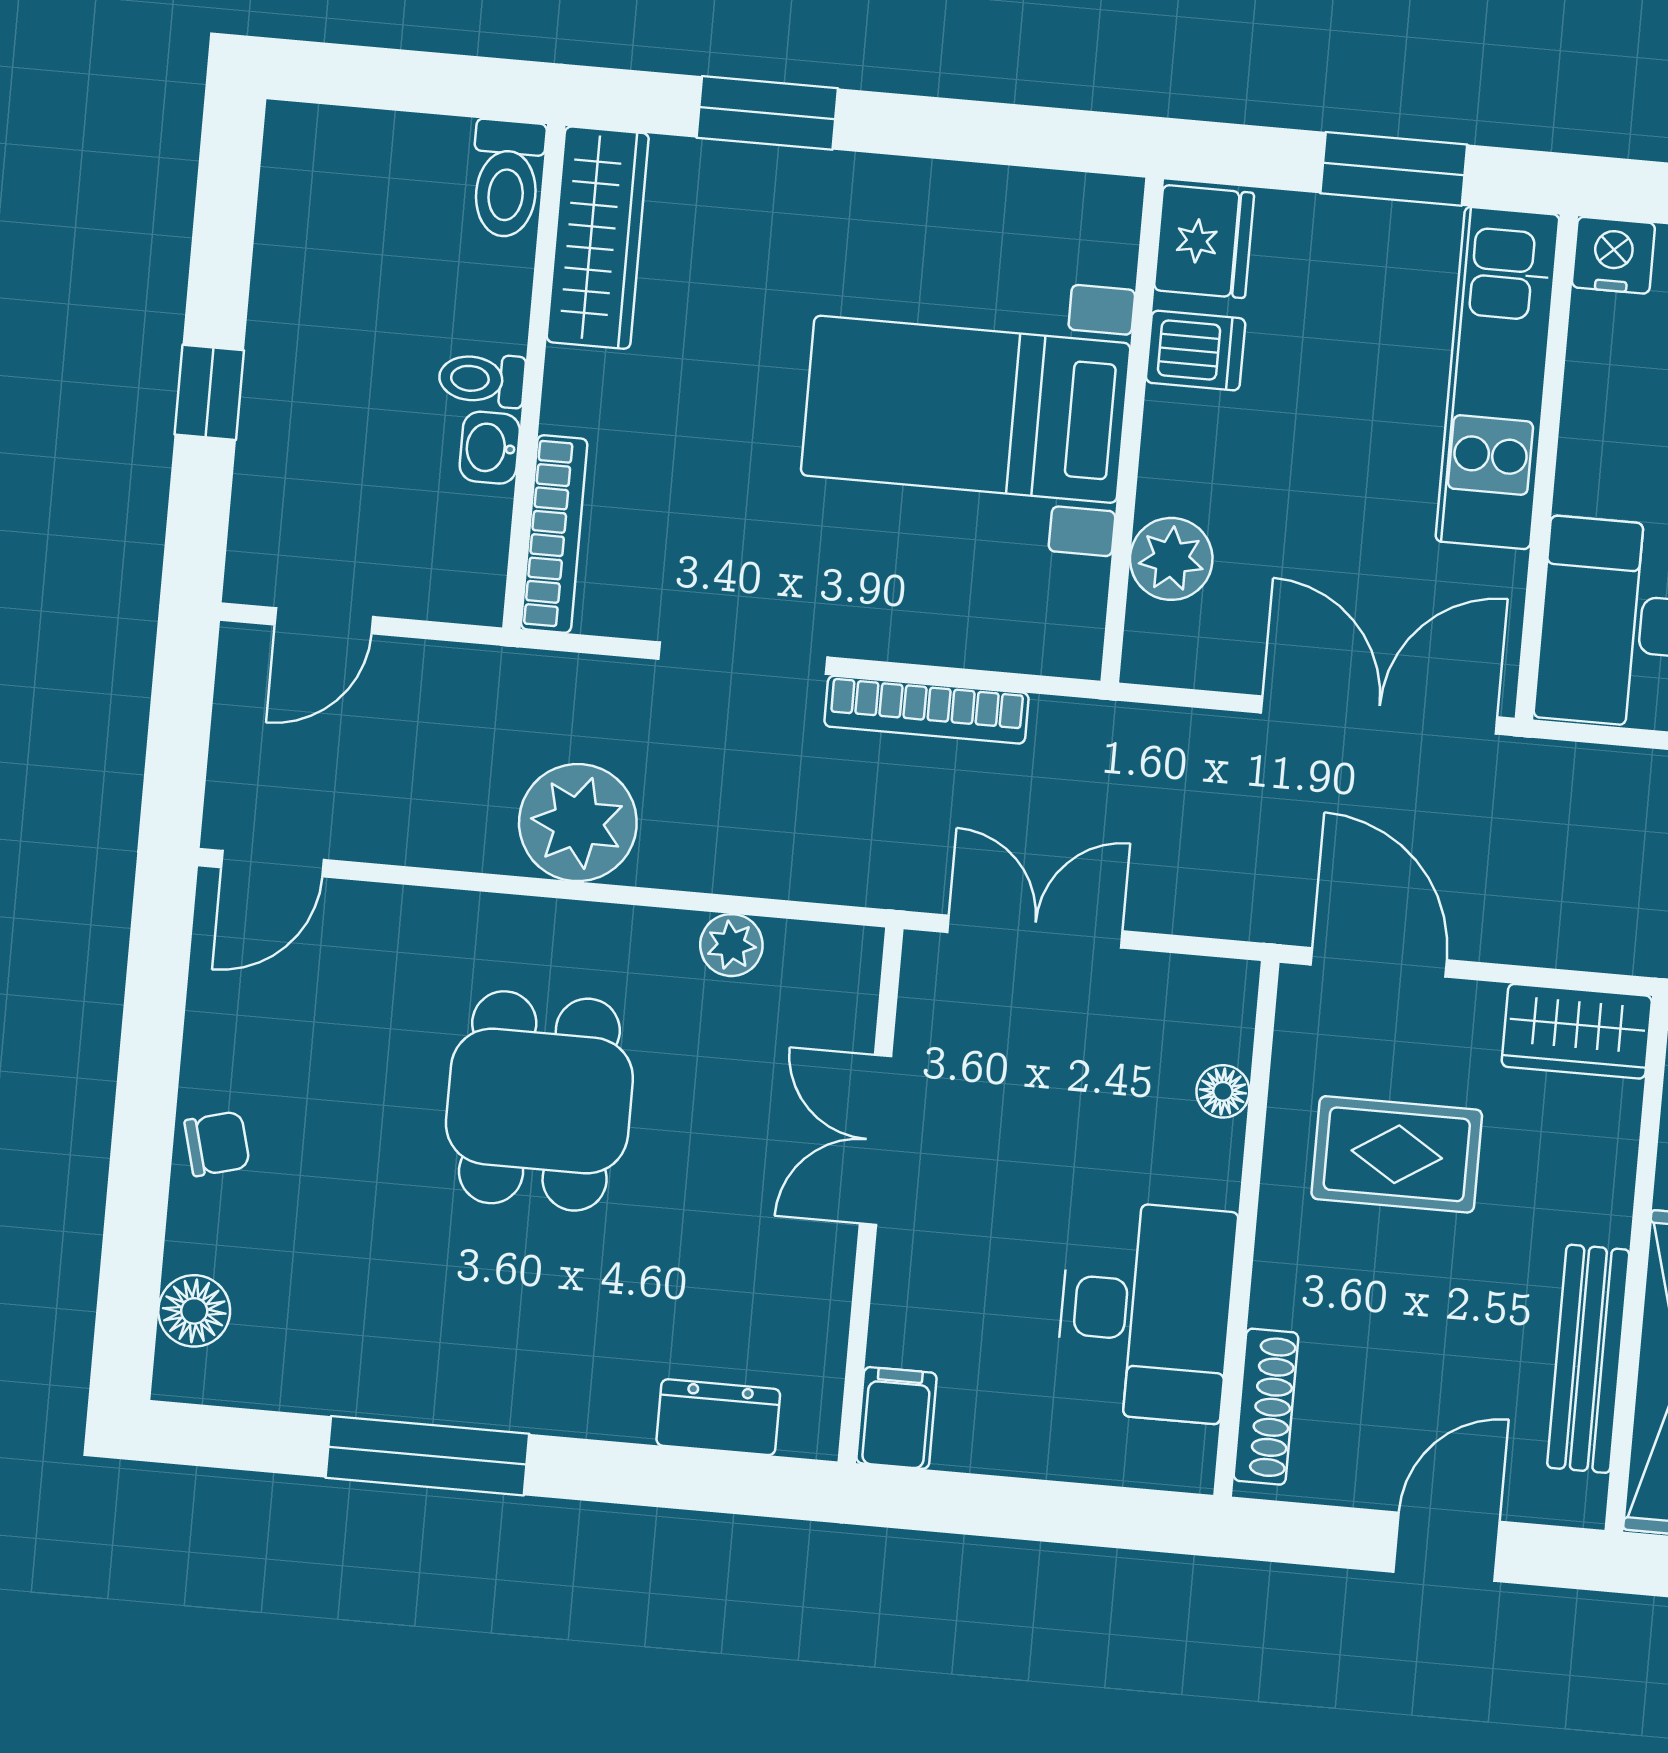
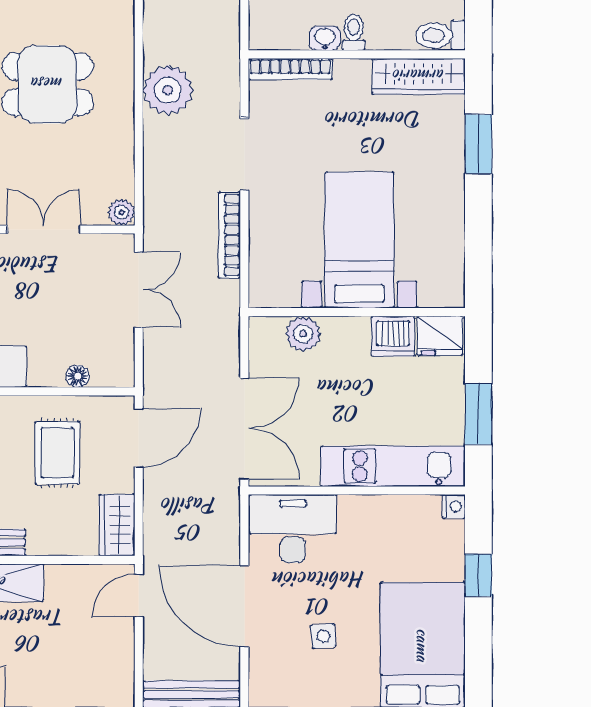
nightstand: (1613, 255) -> (454, 506), width x0.72, depth x0.74
dishwasher: (1196, 351) -> (393, 336), width x1.38
plant: (731, 945) -> (121, 212), moved

